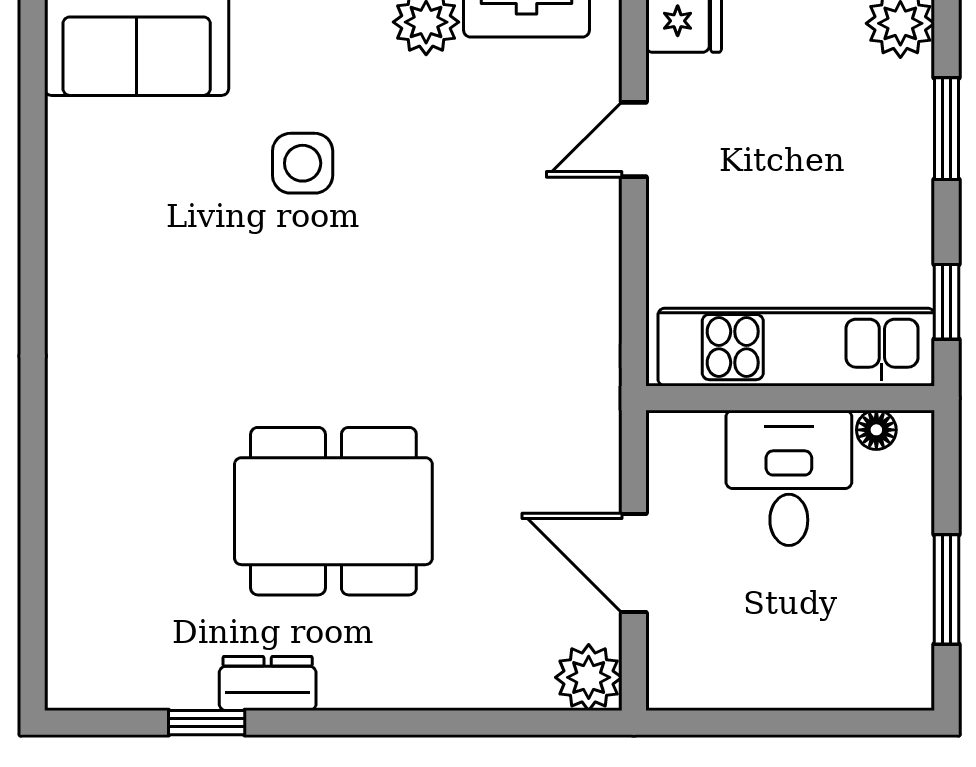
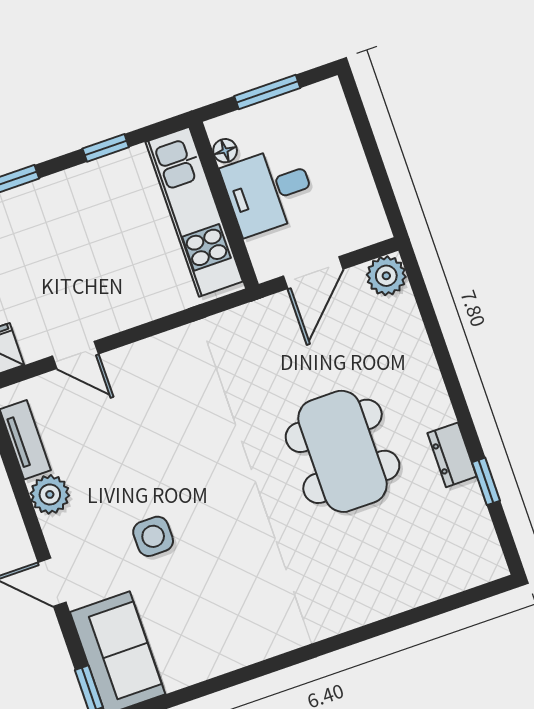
kitchen unit: (796, 347) -> (194, 212), moved
wall: (790, 398) -> (224, 205), moved
floor lamp: (876, 430) -> (225, 151), moved
desk: (789, 478) -> (269, 190), moved

